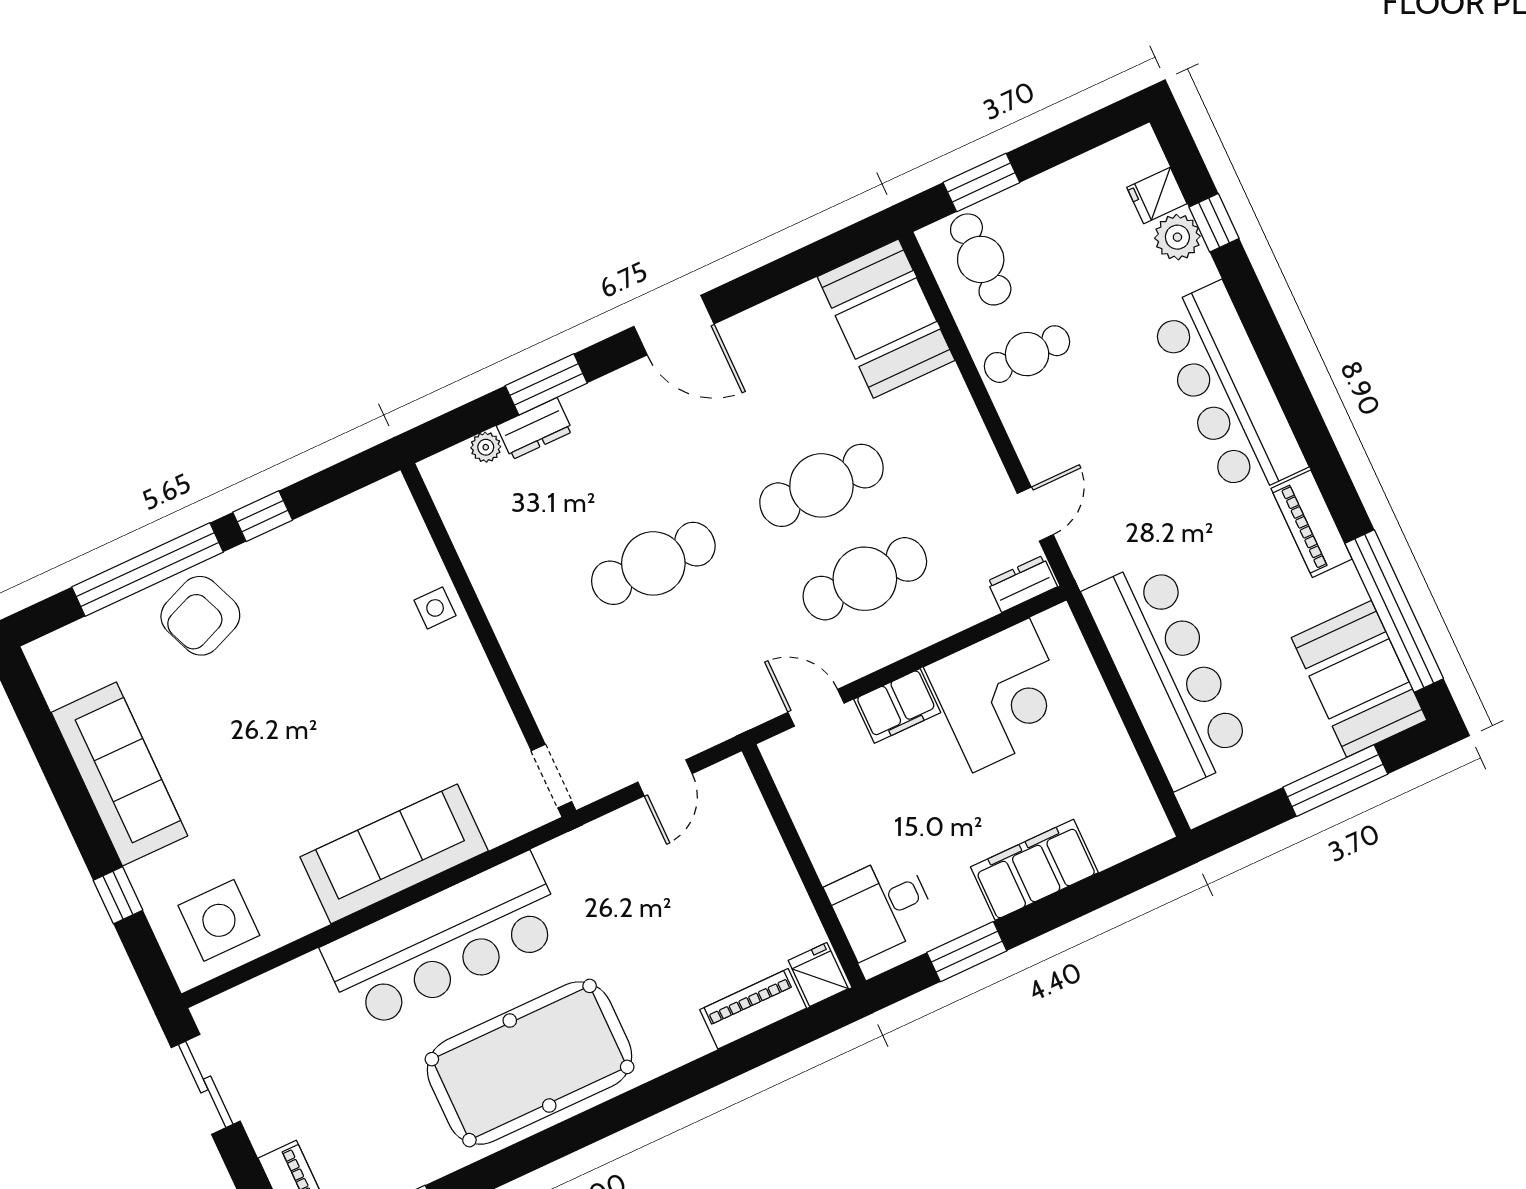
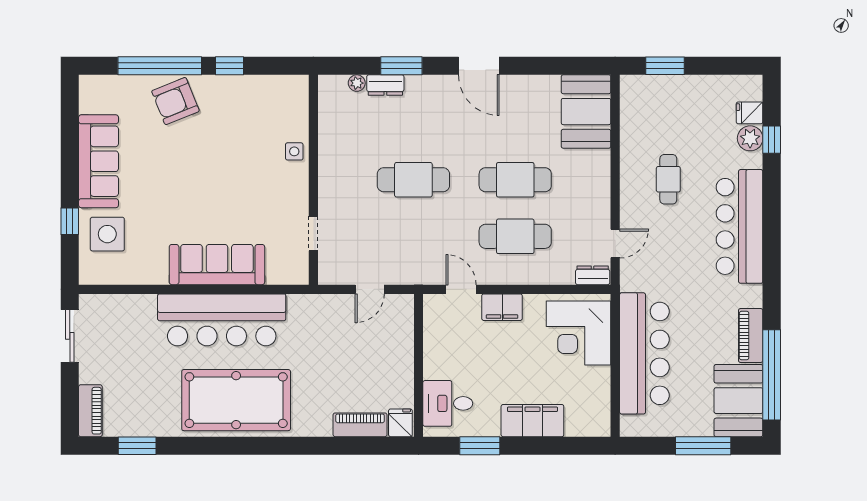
cafe table: (981, 259) -> (647, 104), removed
cafe table: (1027, 354) -> (668, 179), moved, turned 90
piano: (1312, 524) -> (751, 336), moved
corner desk: (1001, 695) -> (579, 333), moved, turned 90
doorway: (551, 776) -> (313, 234), moved
side table: (219, 920) -> (107, 234), moved

